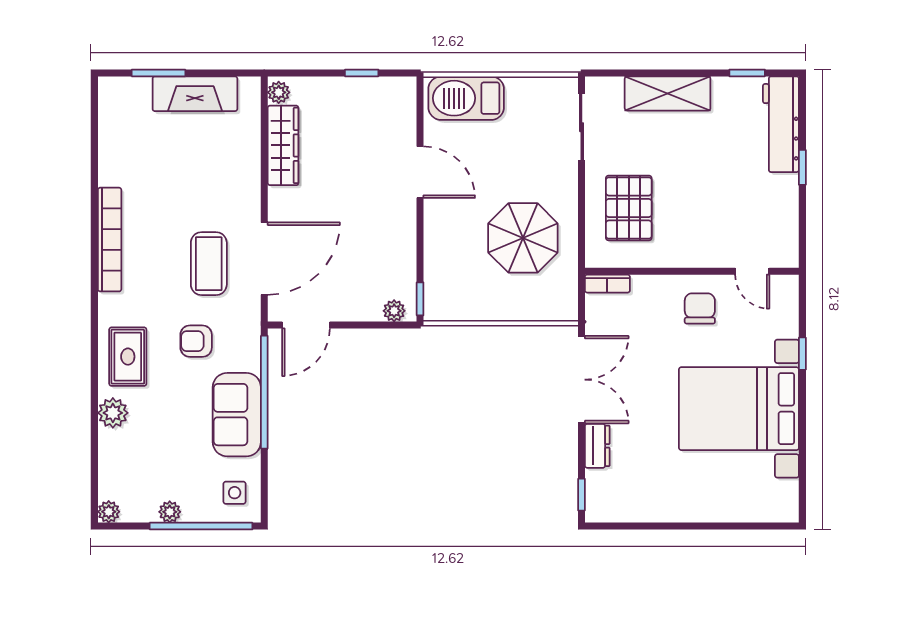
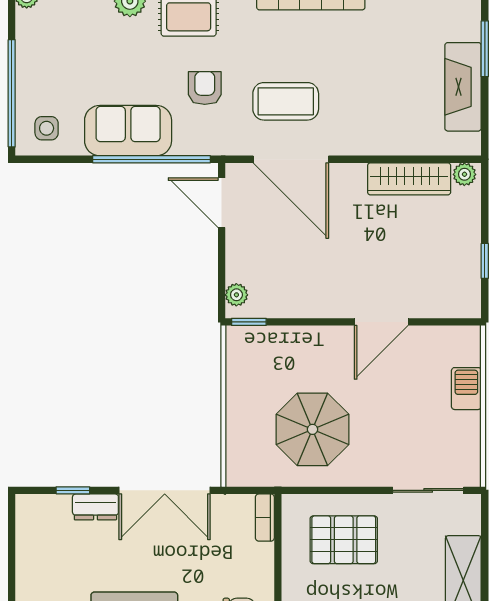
barbecue: (466, 98) -> (466, 389), width x0.53, depth x0.65
window: (581, 495) -> (73, 490), moved
plant: (170, 512) -> (26, 61), removed

